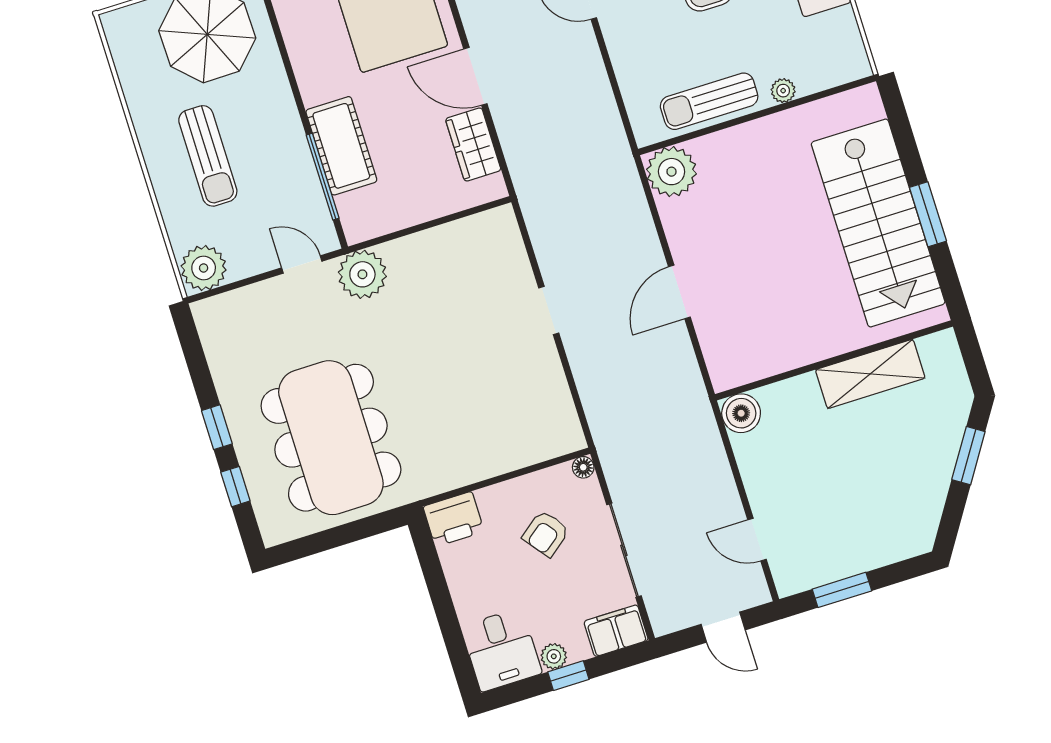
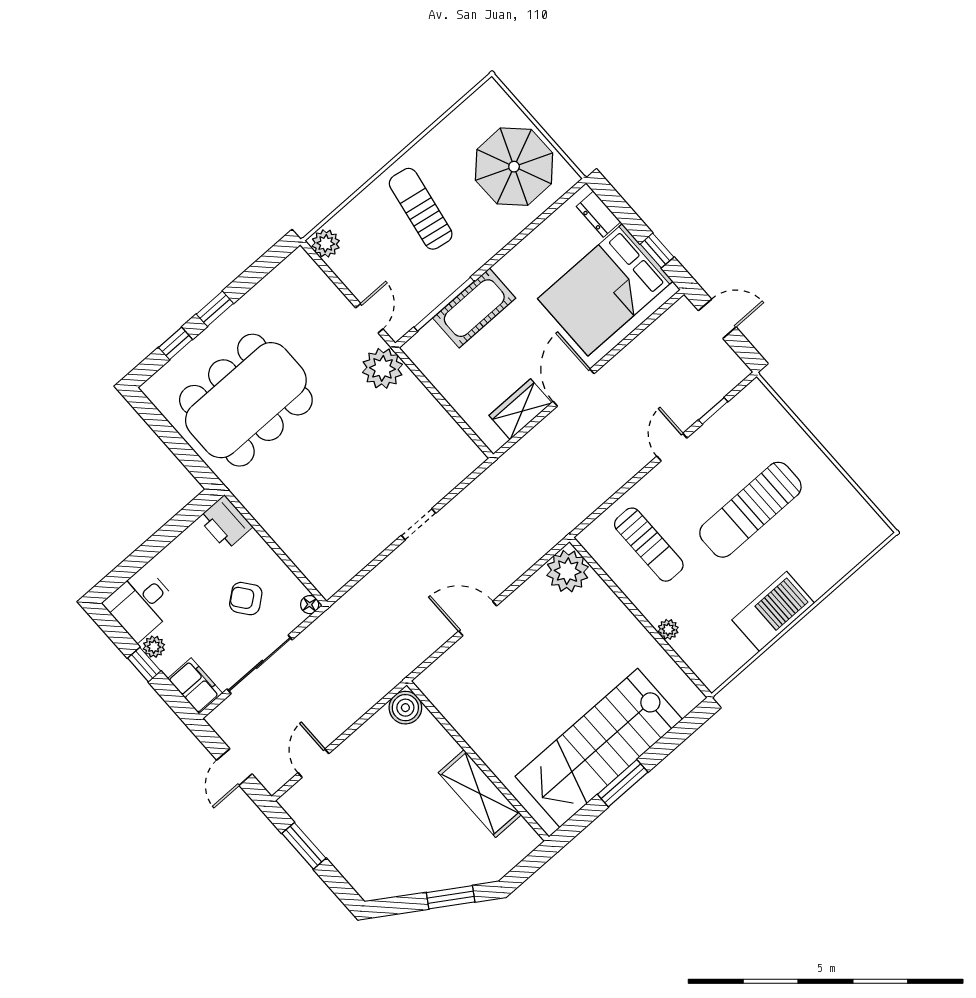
sun lounger: (709, 101) -> (649, 545), moved, turned 180
sun lounger: (208, 156) -> (421, 209), turned 100
plant: (204, 268) -> (326, 243), width x0.73, depth x0.73

